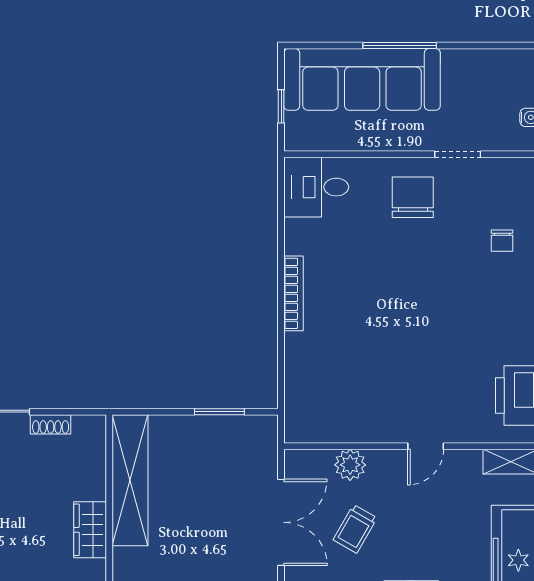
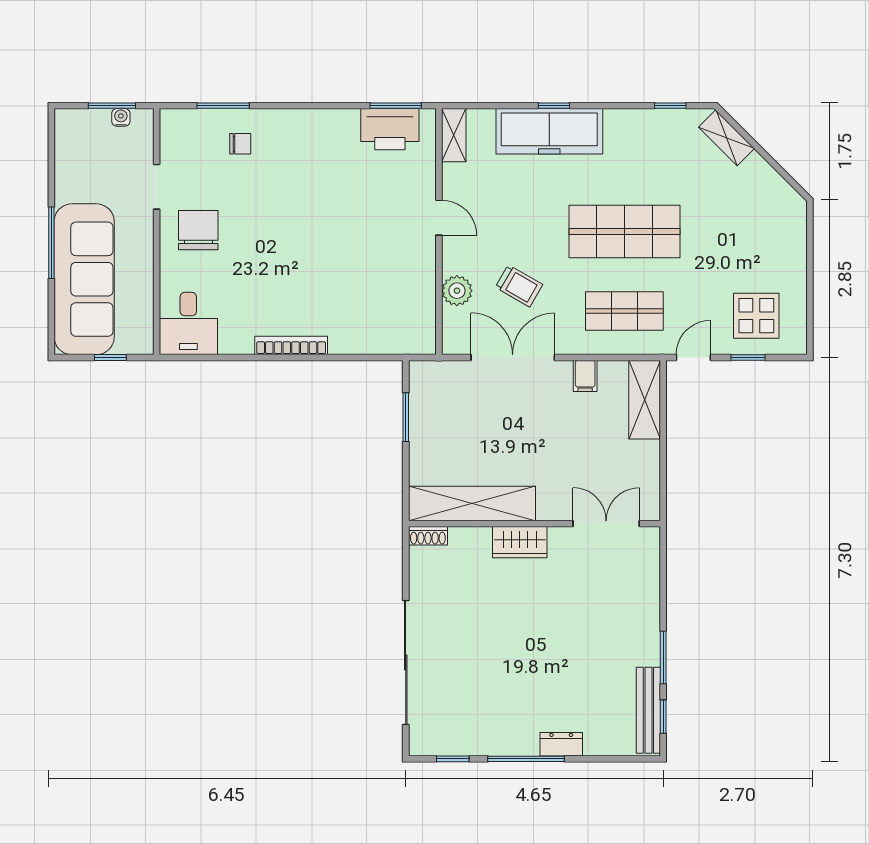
chair: (413, 197) -> (198, 230), turned 90
shoe rack: (51, 424) -> (428, 536), moved, turned 90

